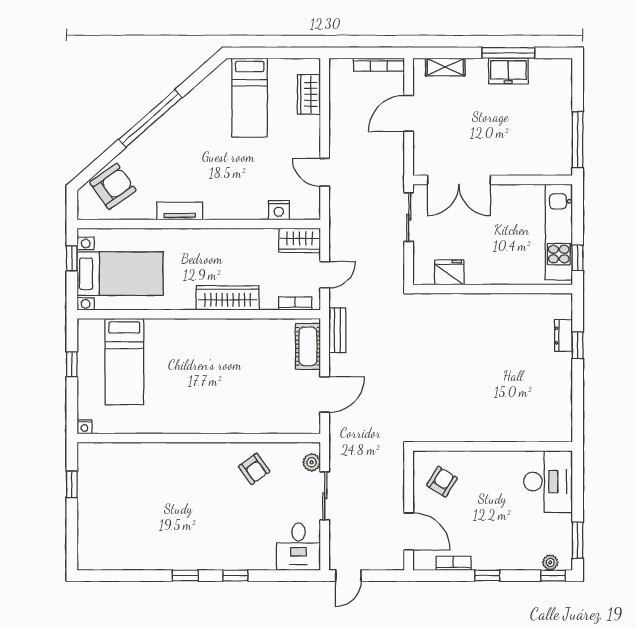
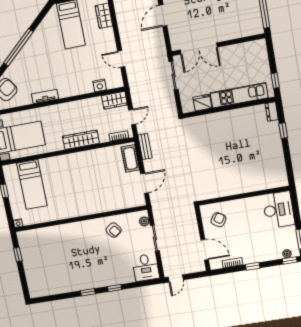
kitchen unit: (559, 232) -> (239, 95), moved, turned 90
dresser: (563, 336) -> (272, 112), moved

